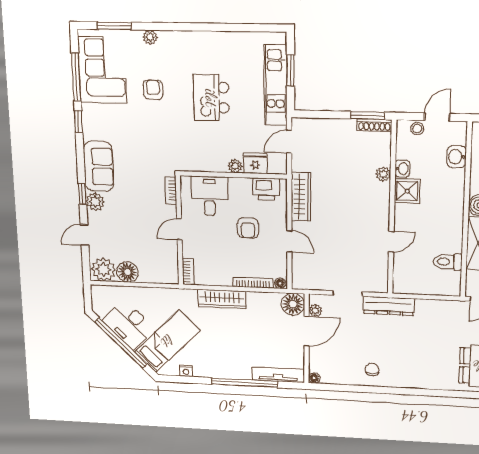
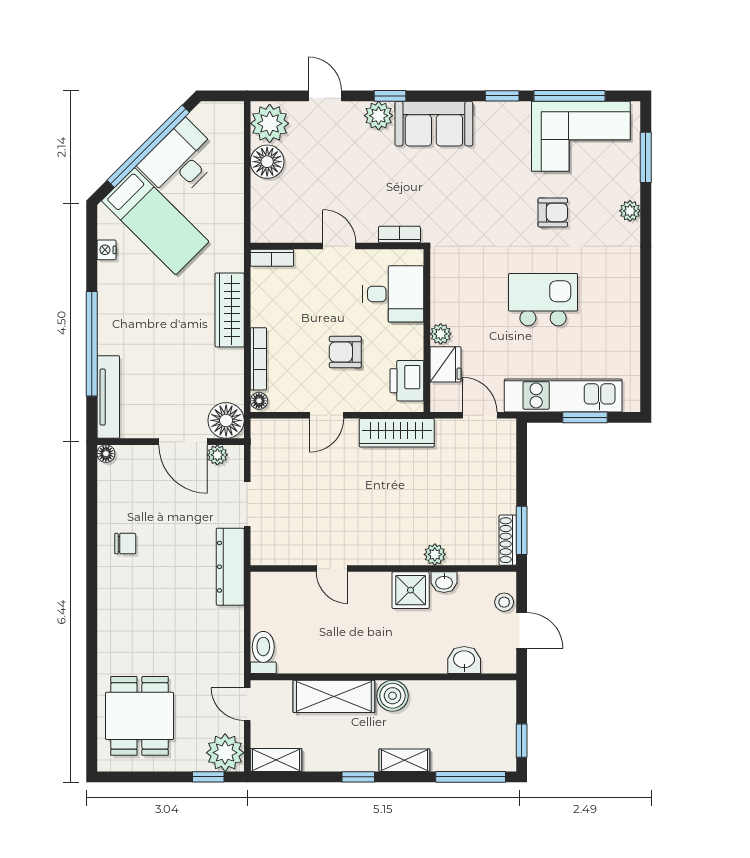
toilet: (447, 262) -> (263, 652), moved

